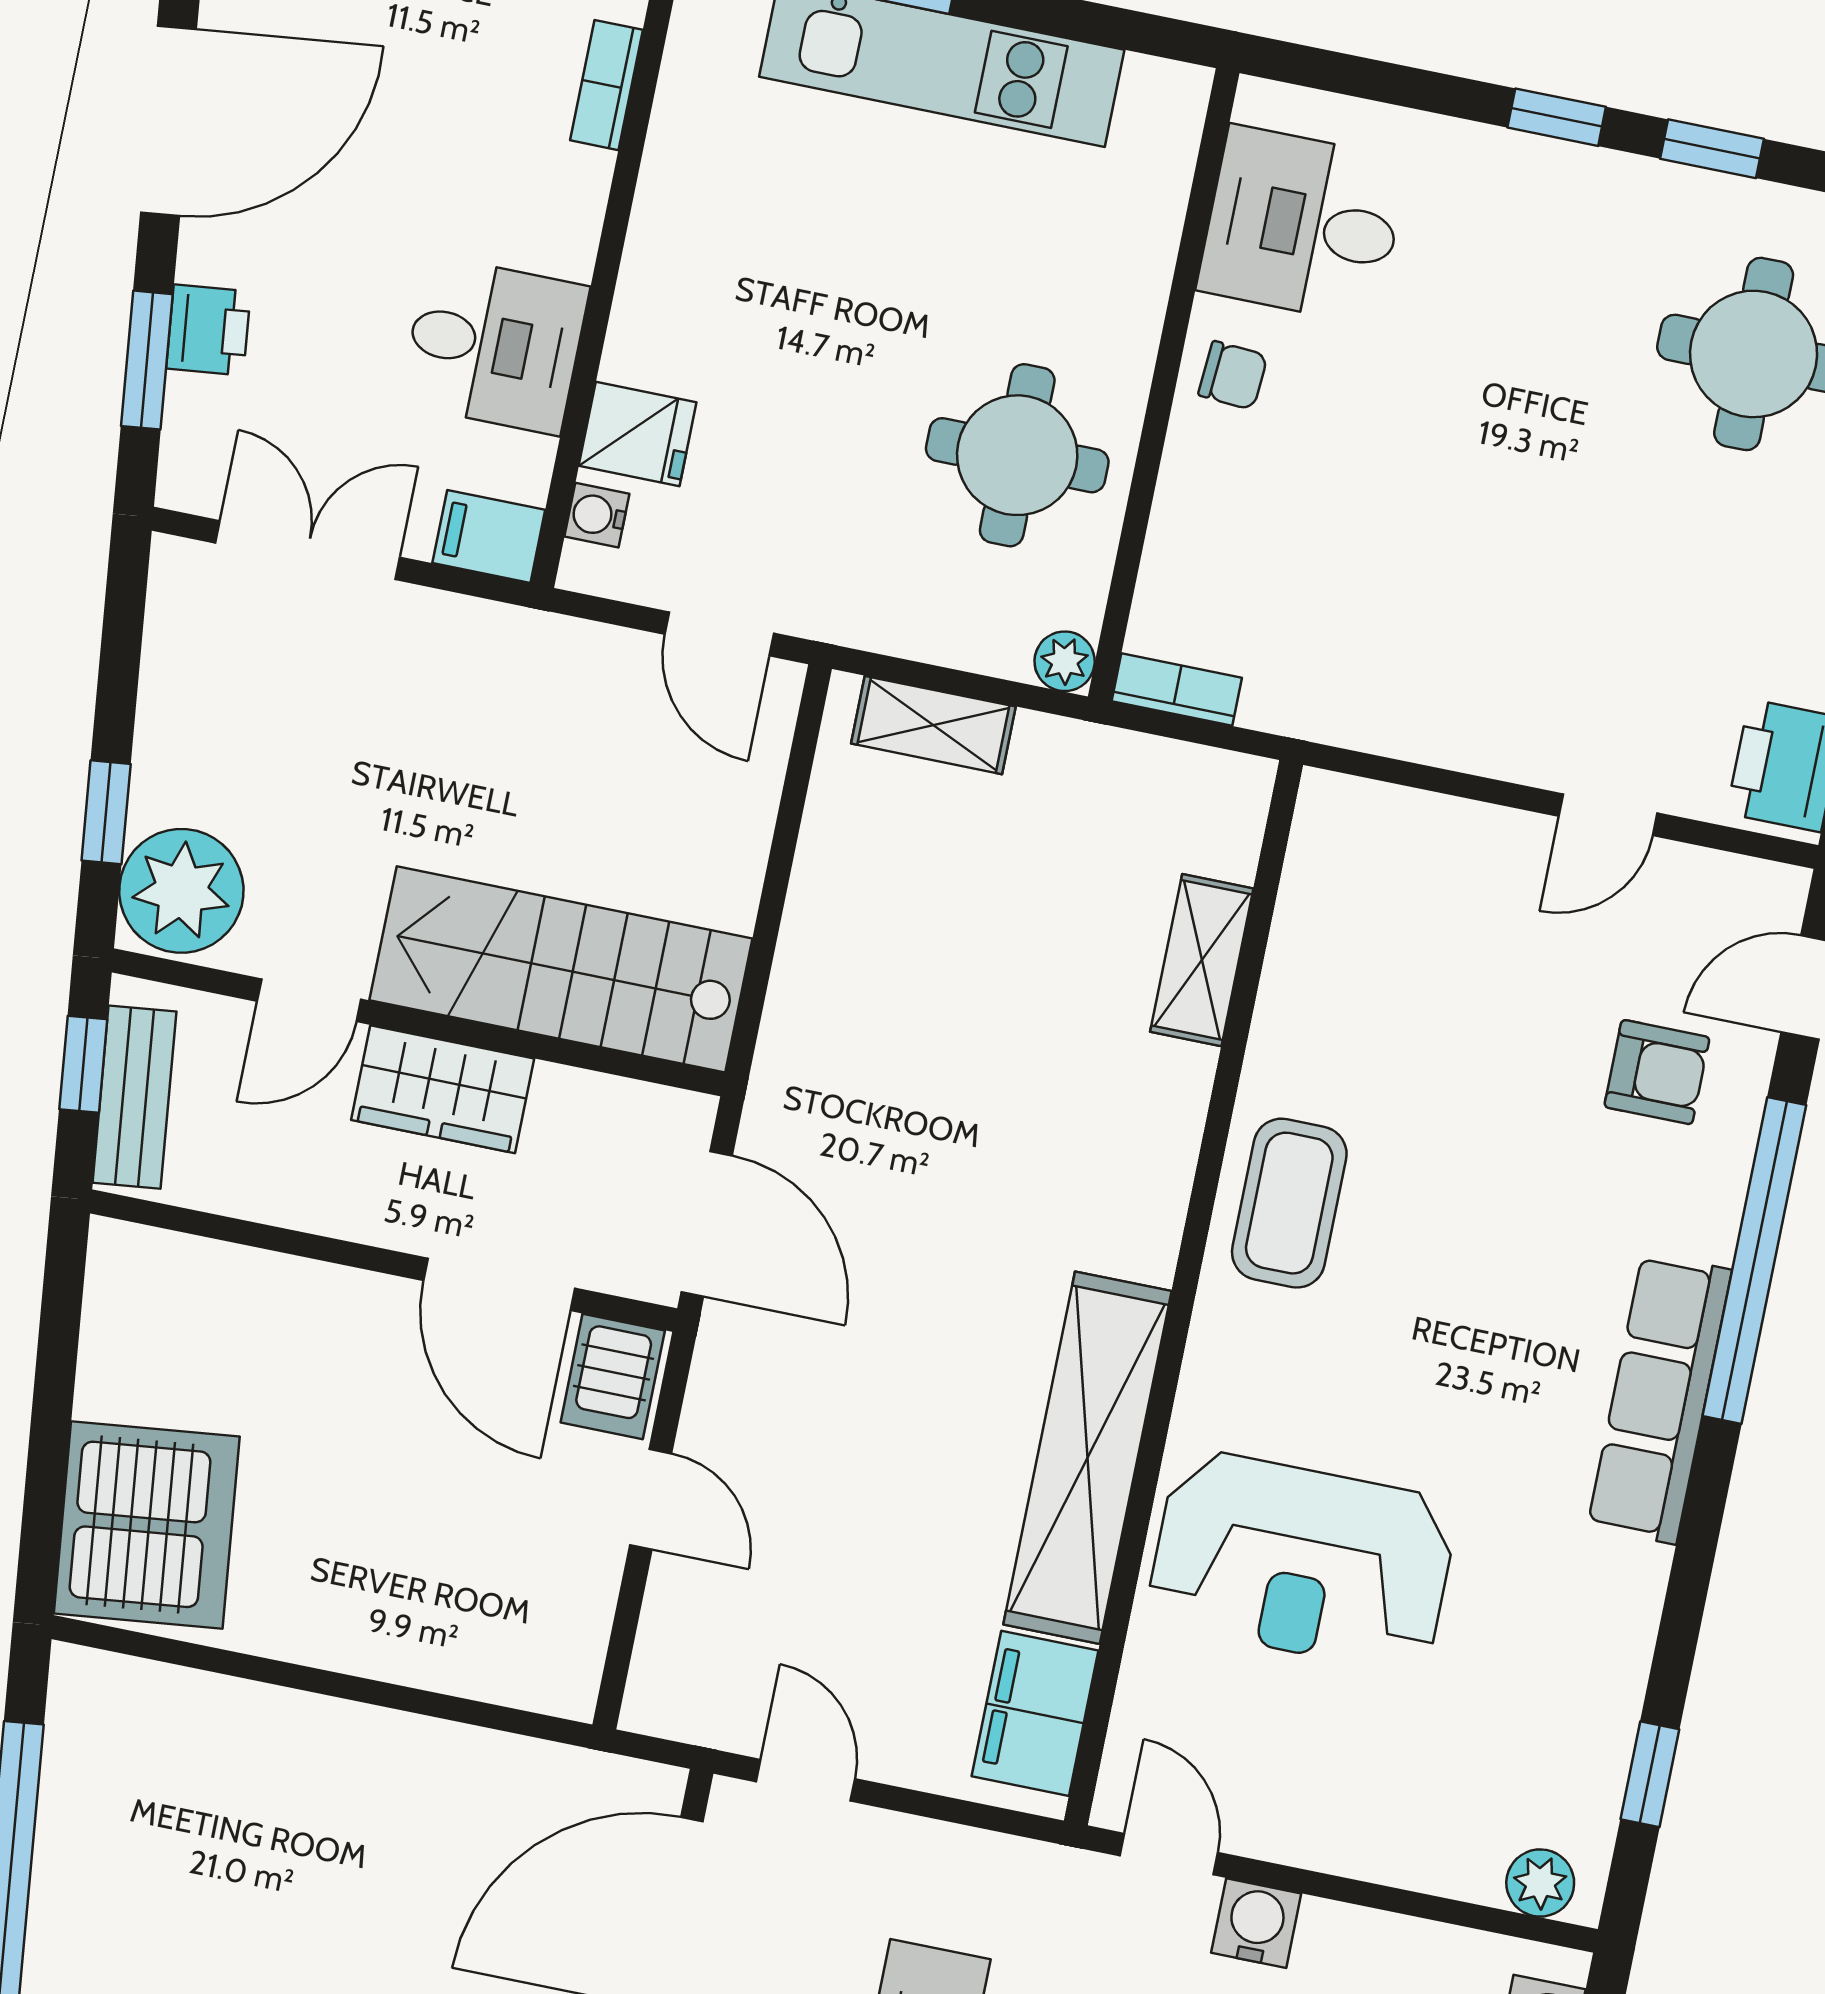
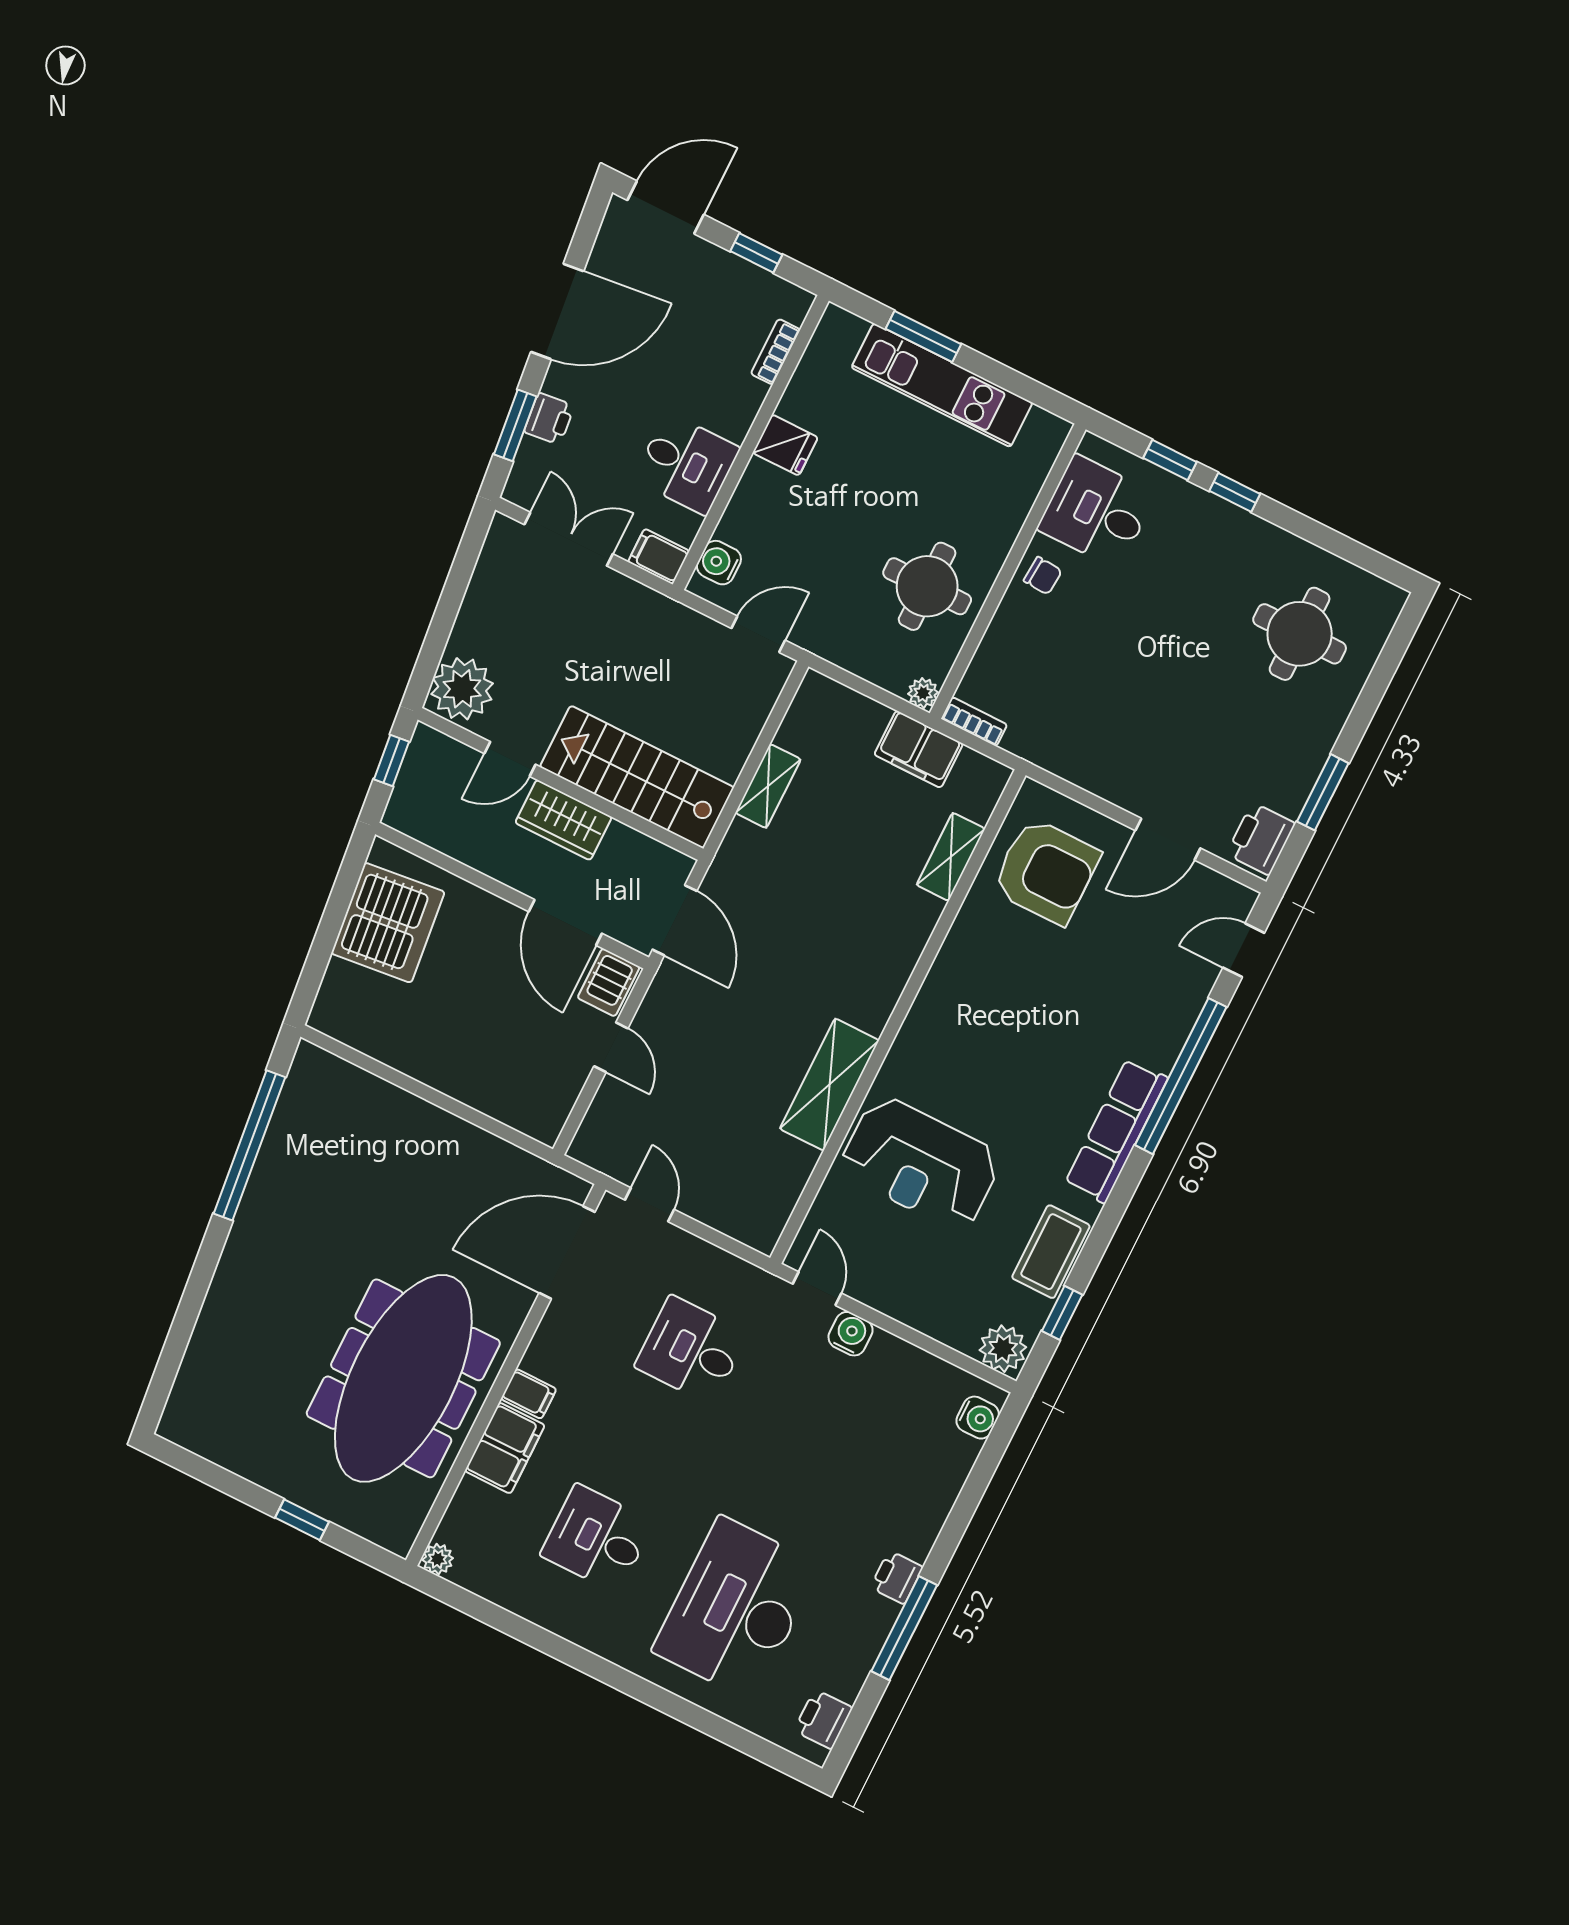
window: (1712, 149) -> (1170, 460), moved
fridge: (638, 434) -> (785, 445), moved
water cooler: (597, 515) -> (719, 563), width x1.38, depth x1.38
door: (719, 634) -> (758, 634), swing flipped
shelving: (933, 725) -> (768, 786), moved, turned 90
window: (106, 812) -> (436, 641), removed
door: (1608, 815) -> (1168, 839), width x1.38
armchair: (1657, 1072) -> (1046, 871), moved, width x1.88, depth x1.88
bench: (135, 1097) -> (412, 783), removed
coffee table: (1289, 1203) -> (1051, 1252), moved
shelving: (1087, 1458) -> (829, 1085), width x0.68
server rack: (147, 1525) -> (388, 923), moved
filing cabinet: (1035, 1713) -> (919, 749), moved, turned -90
plant: (1540, 1883) -> (1003, 1349), width x1.38, depth x1.38

